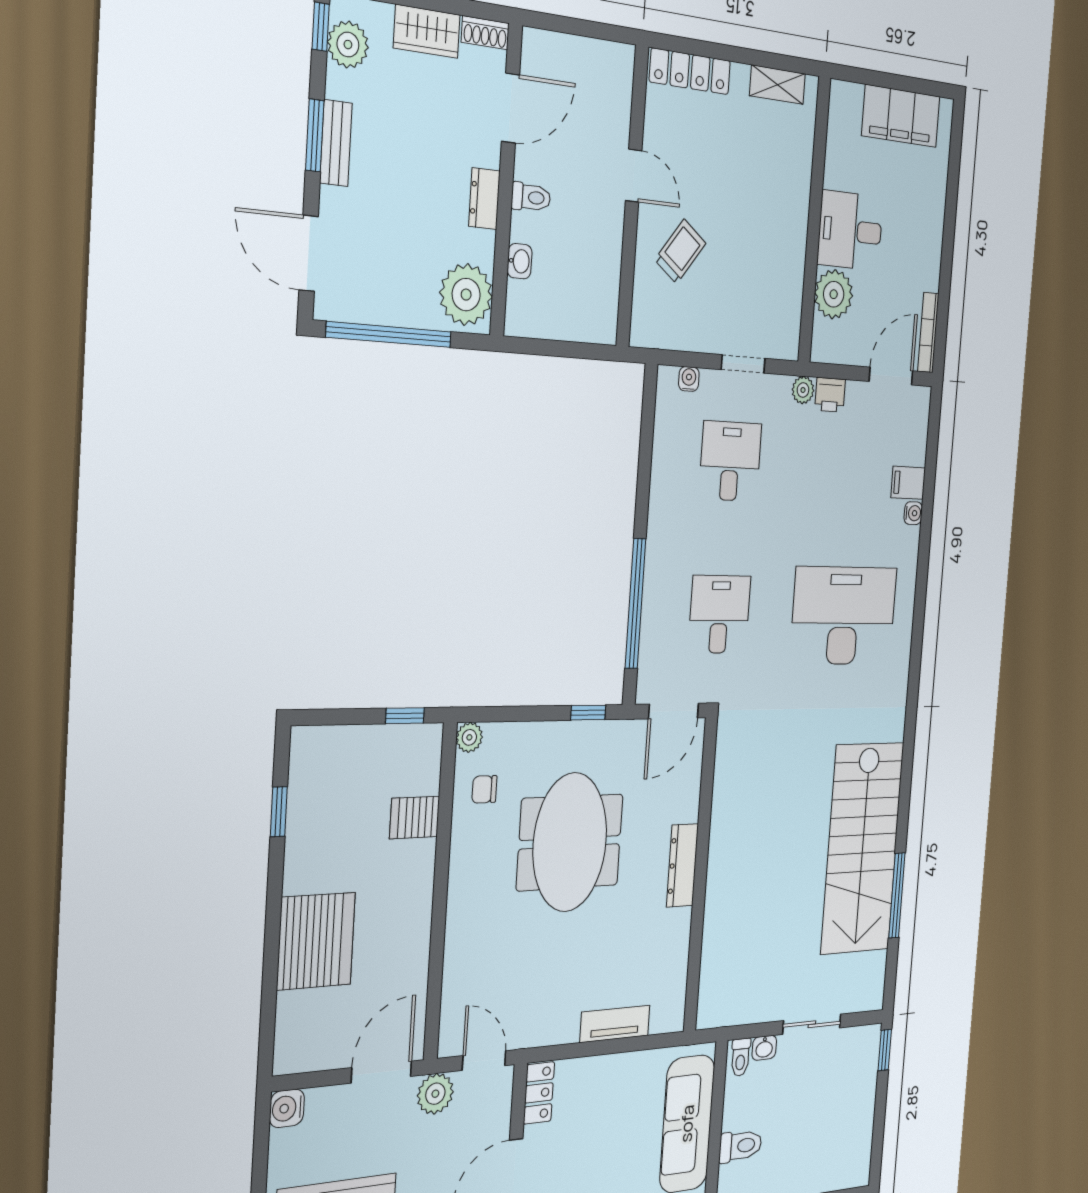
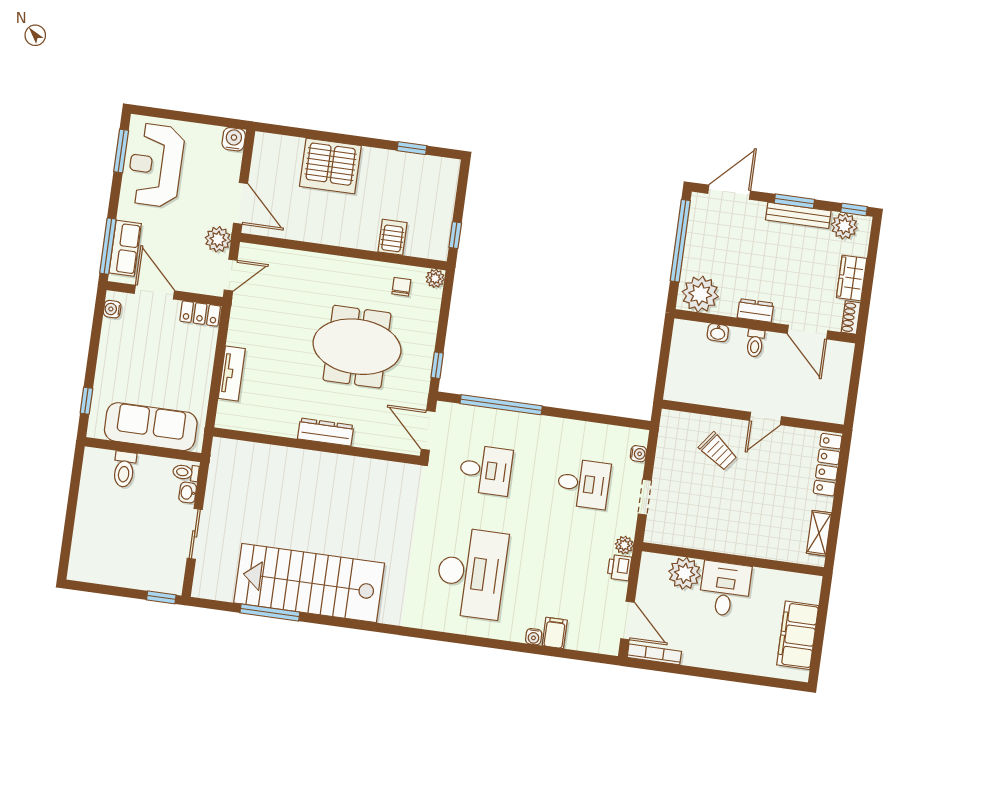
bench: (336, 143) -> (798, 215), width x1.36

